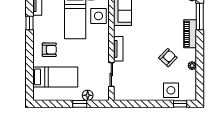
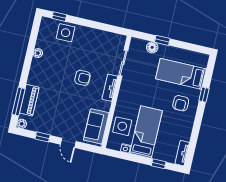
window: (29, 23) -> (204, 95), moved
piano: (190, 34) -> (29, 100), moved
armchair: (49, 50) -> (181, 103), turned -90
armchair: (168, 58) -> (82, 78), moved, turned -134

